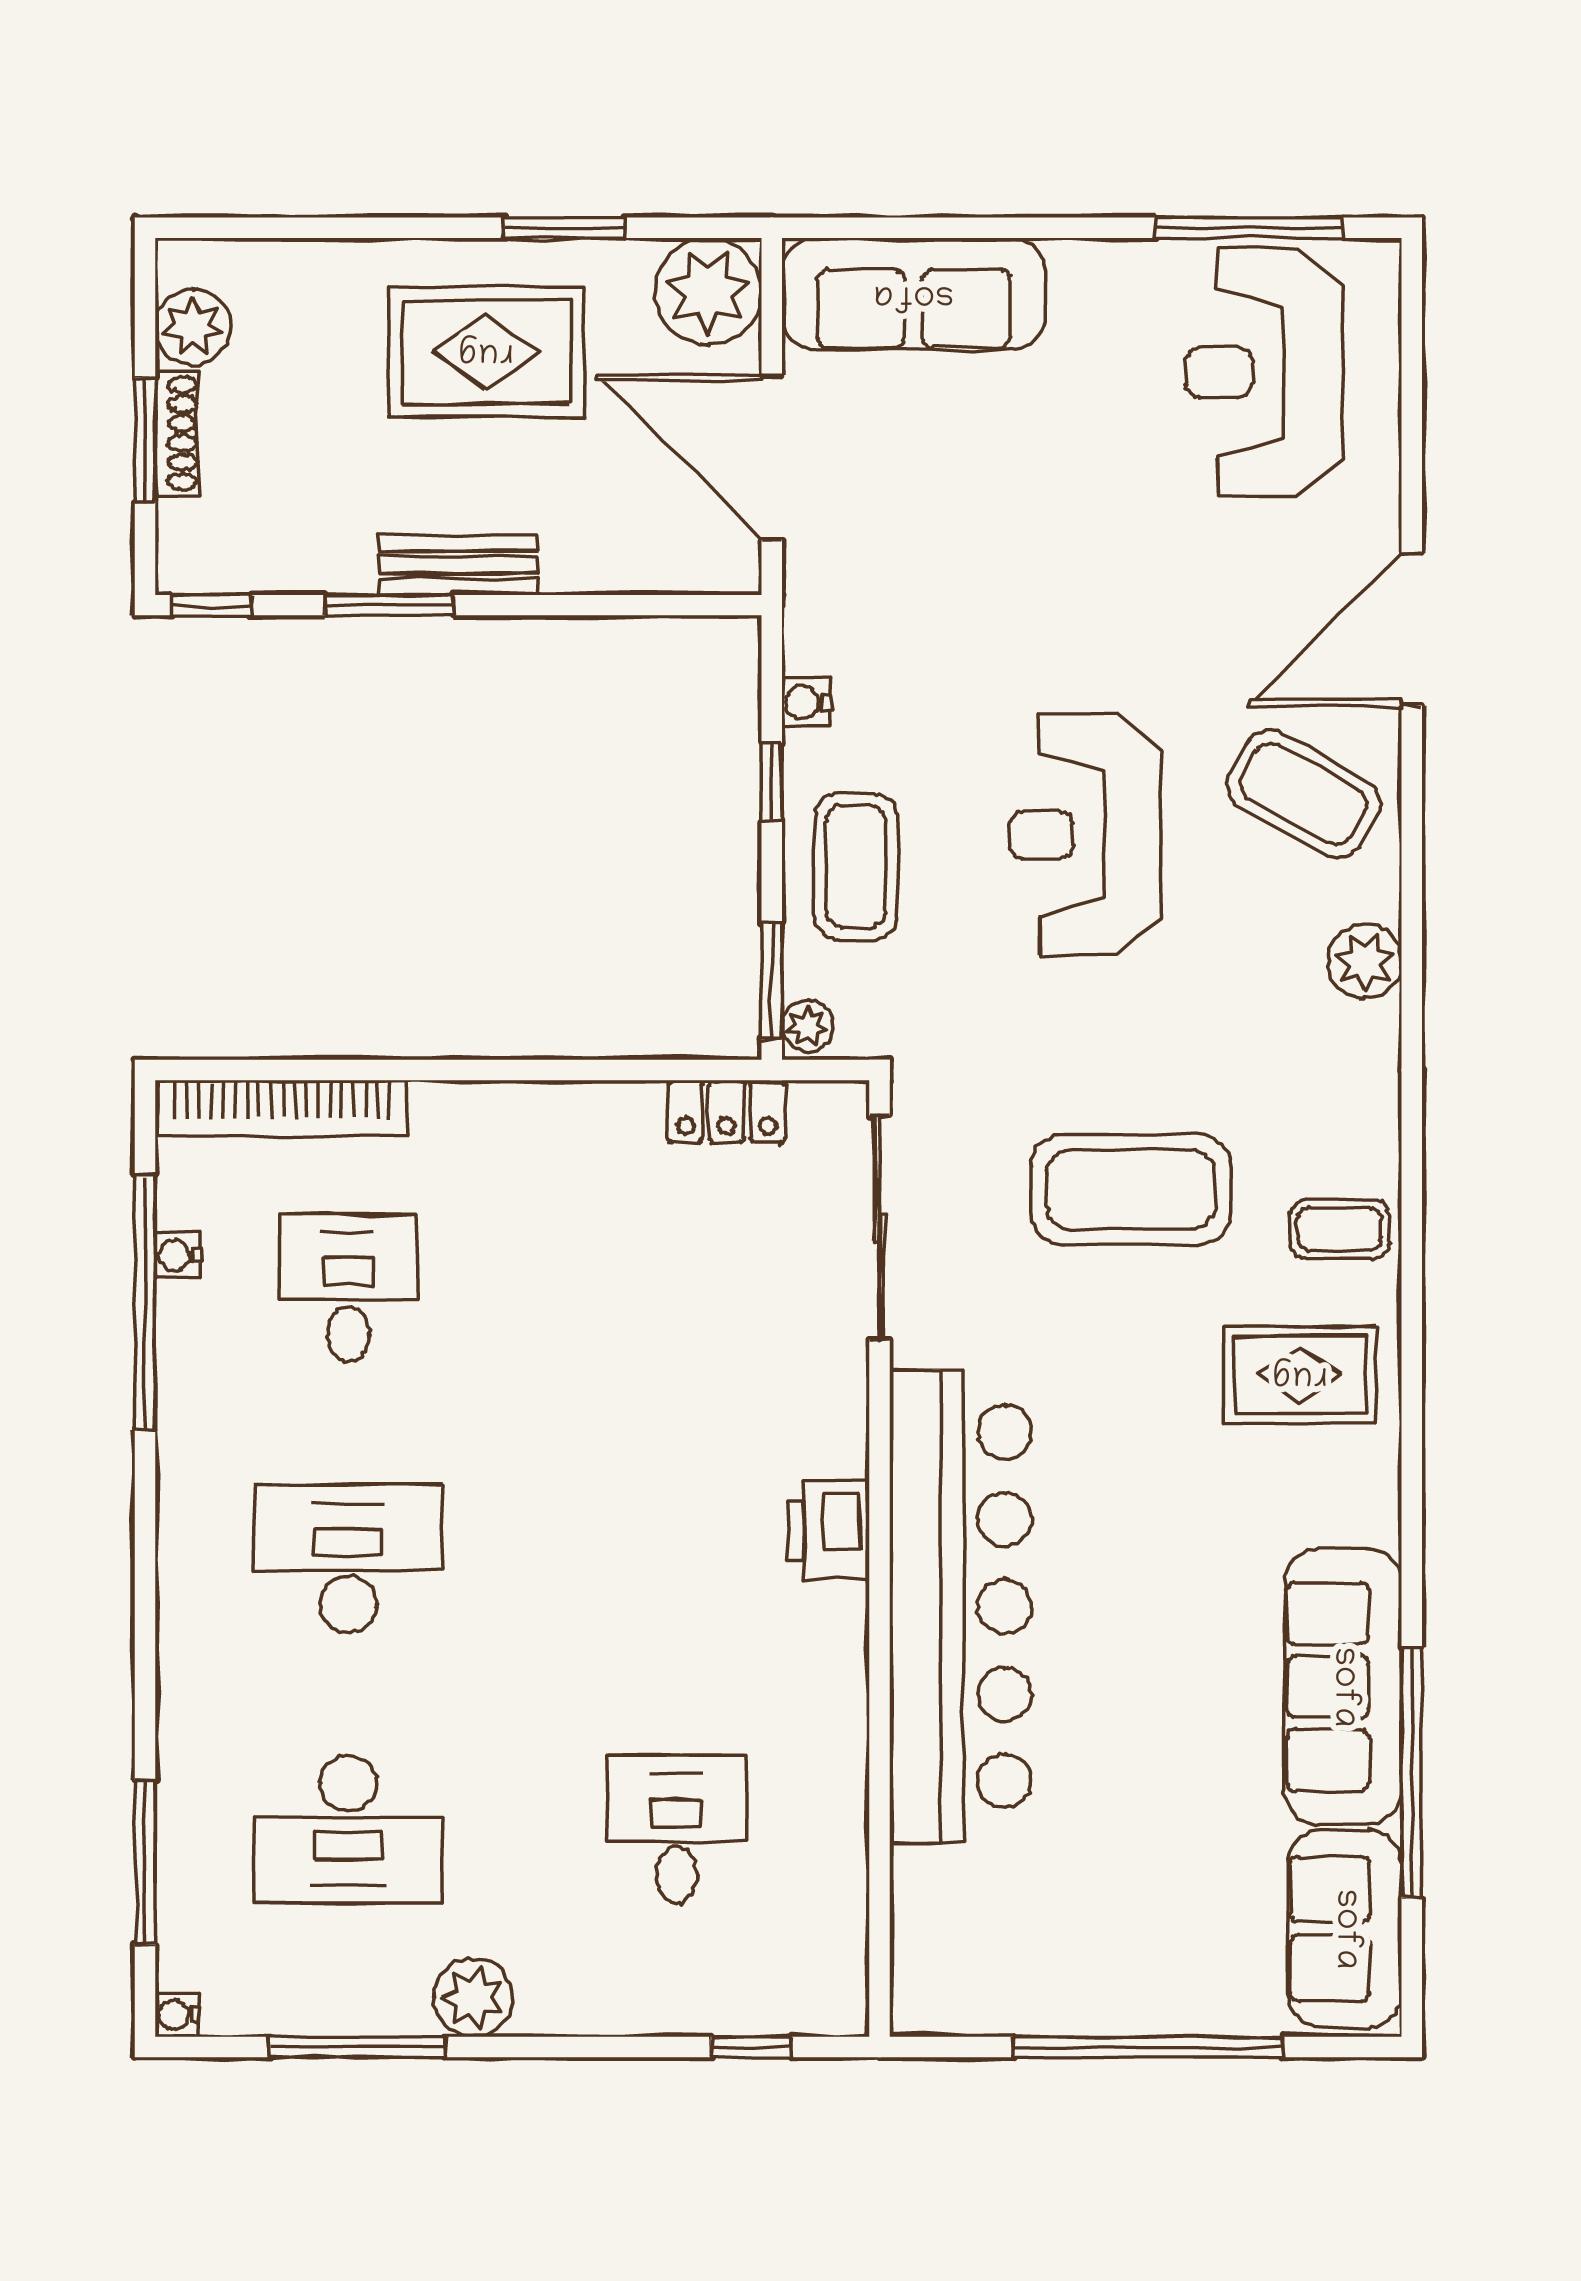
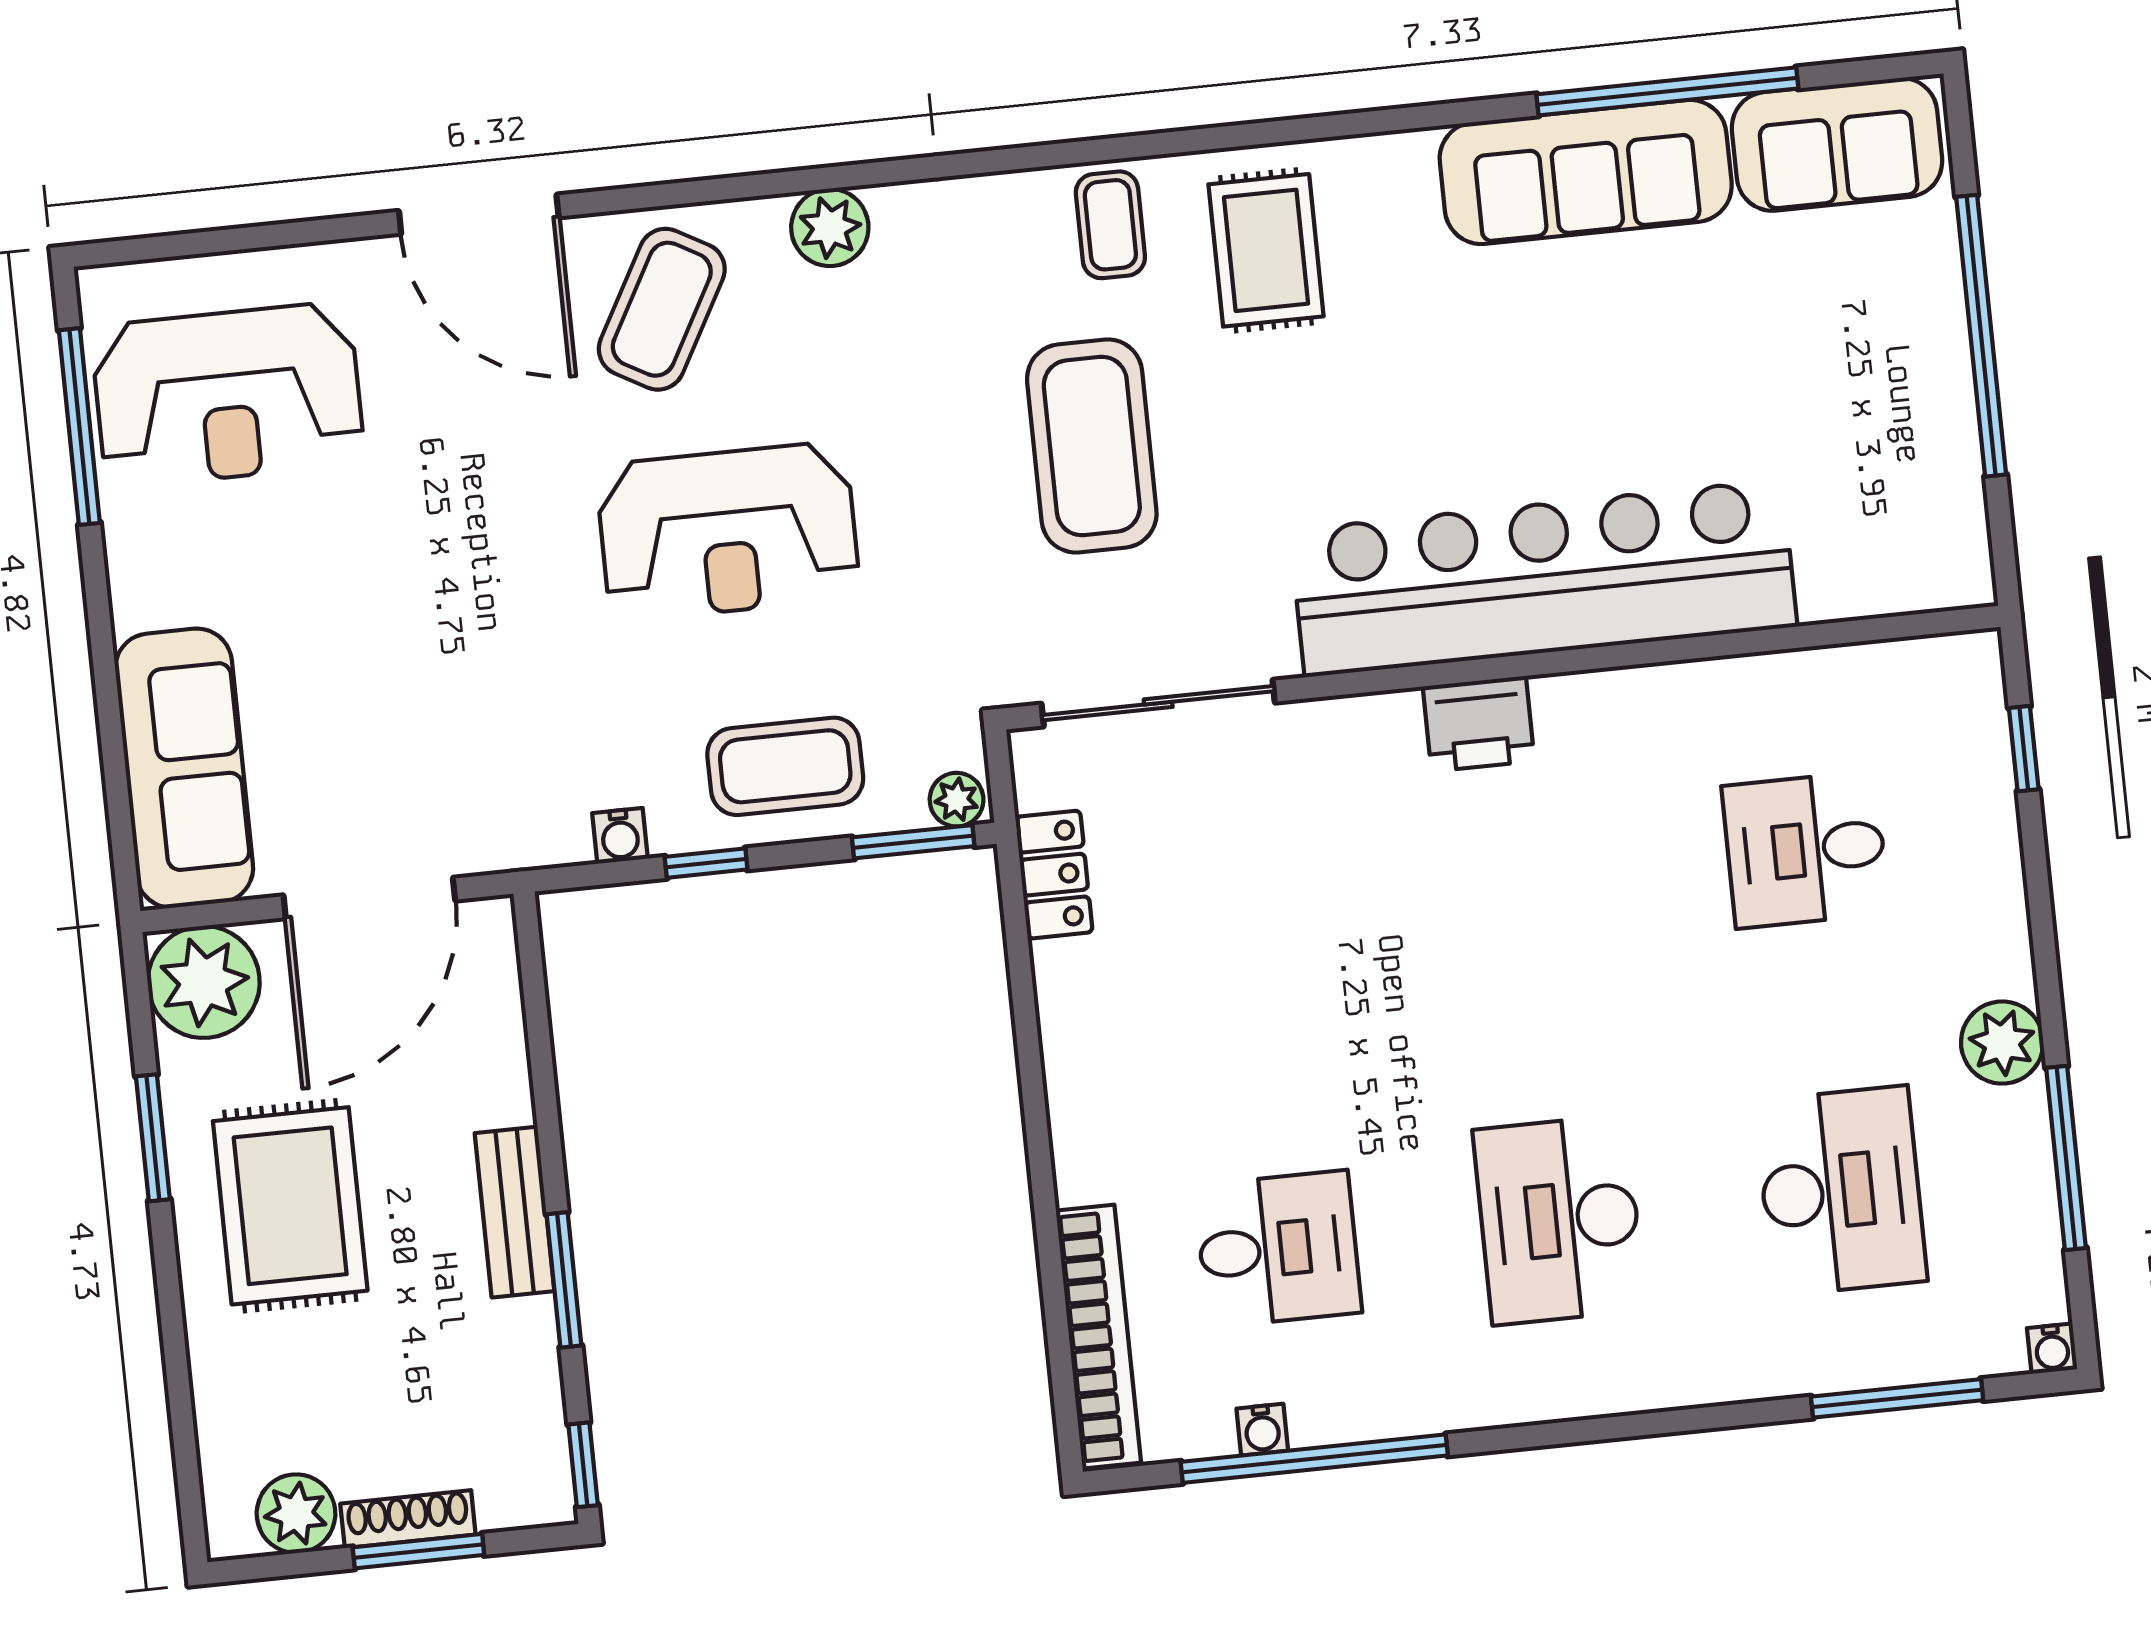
desk: (348, 1288) -> (1278, 1249), turned 180

